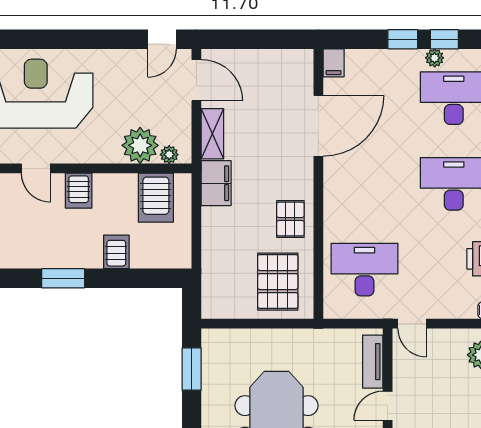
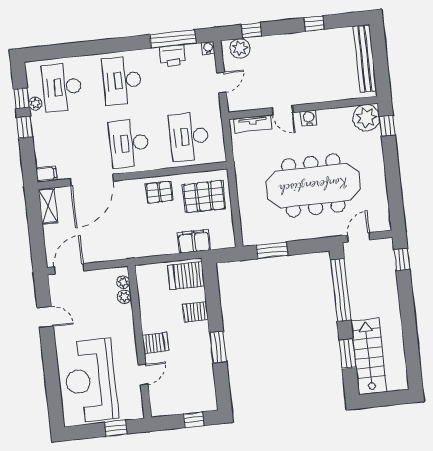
door: (162, 39) -> (45, 317), moved
door: (318, 126) -> (92, 180), swing flipped
shelving: (212, 134) -> (48, 206), moved, turned 90
plant: (140, 145) -> (124, 297), width x0.53, depth x0.53
filing cabinet: (216, 183) -> (194, 241), moved
desk: (364, 184) -> (129, 143), added
server rack: (156, 198) -> (186, 276), moved, turned 180
door: (412, 324) -> (221, 82), moved

